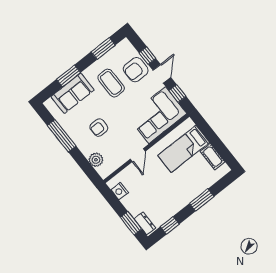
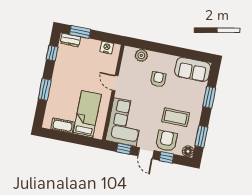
floor lamp: (125, 45) -> (188, 151), added
sofa: (72, 93) -> (193, 69), moved, turned -90
window: (62, 136) -> (179, 52), removed

